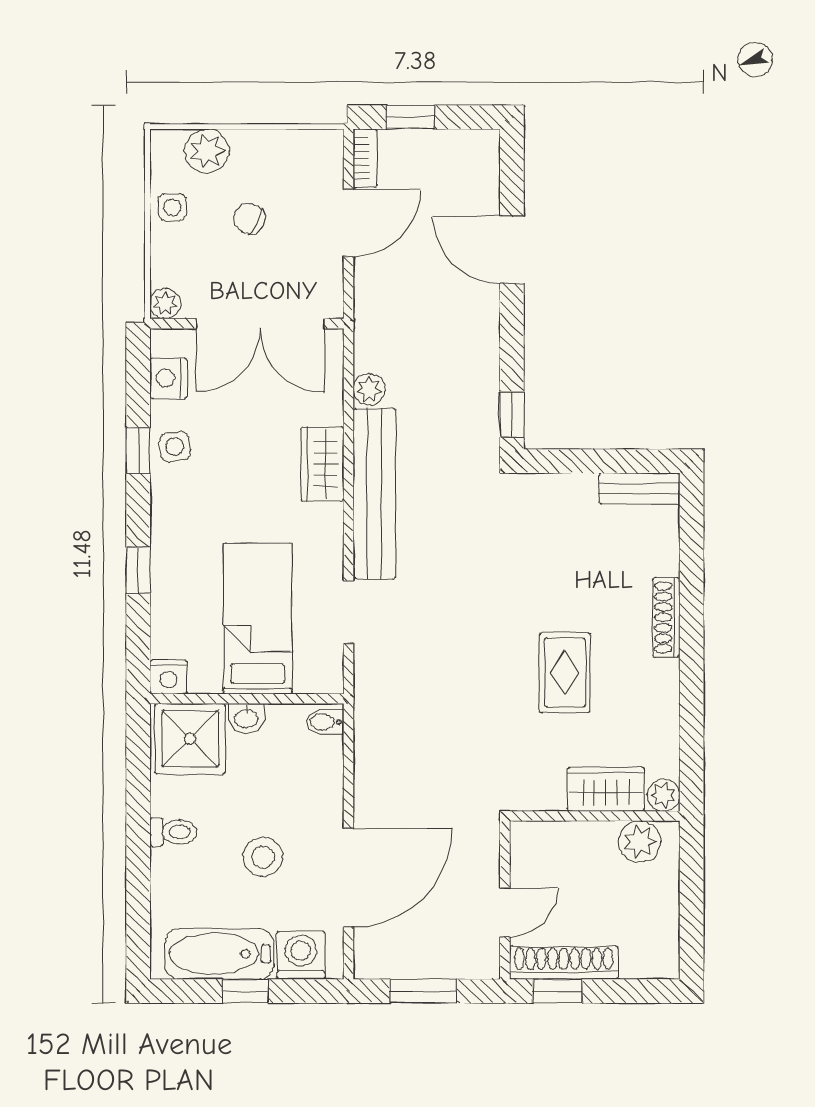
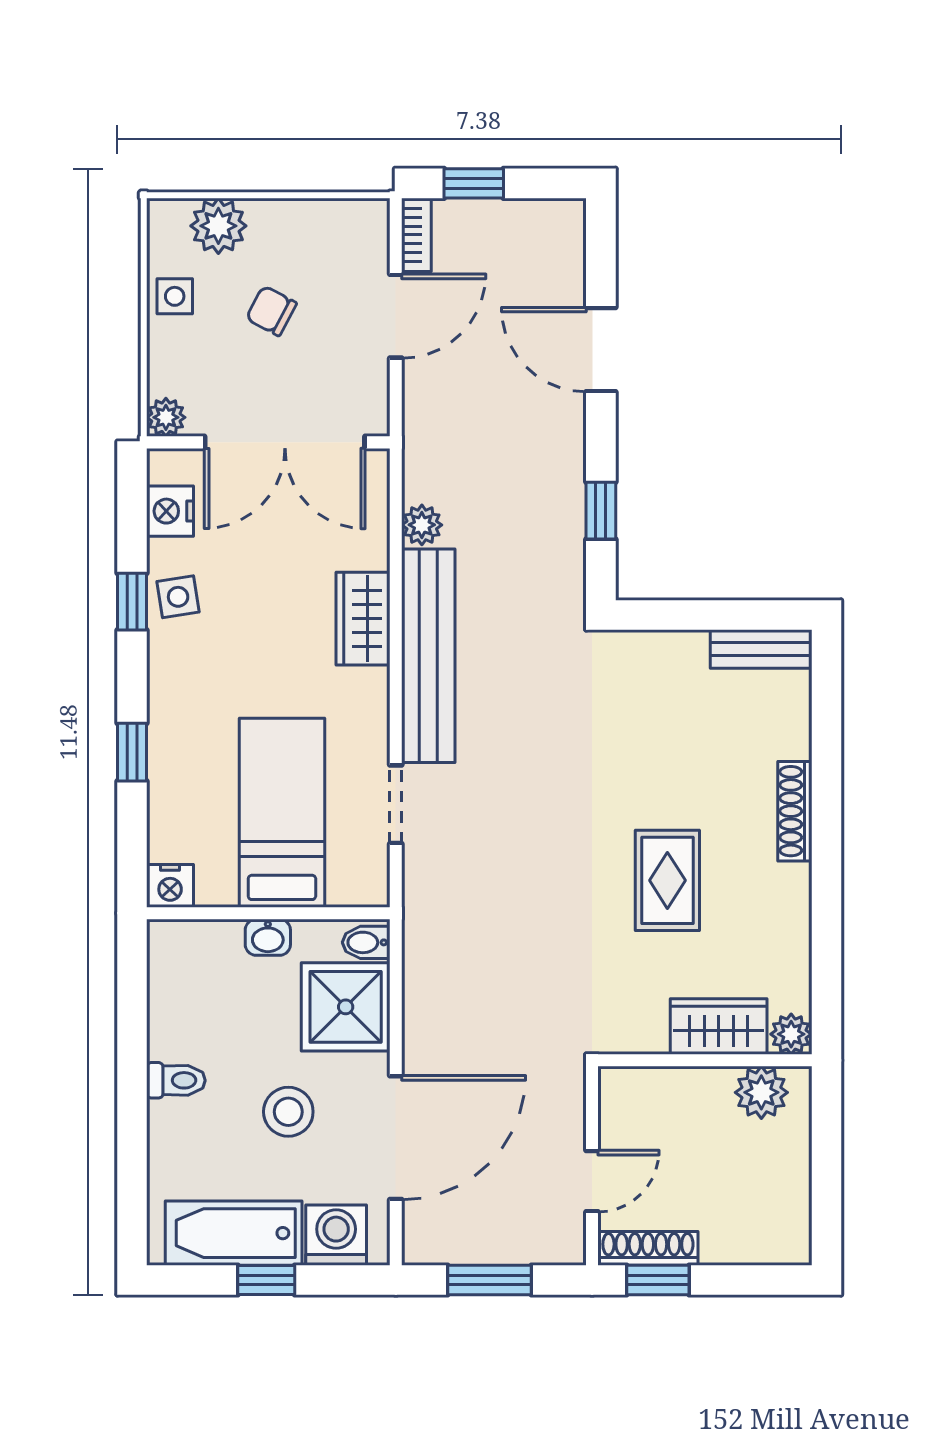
window: (512, 414) -> (601, 511), moved
shower: (190, 739) -> (346, 1007), moved
shoe rack: (564, 963) -> (648, 1248), width x0.74, depth x0.81

